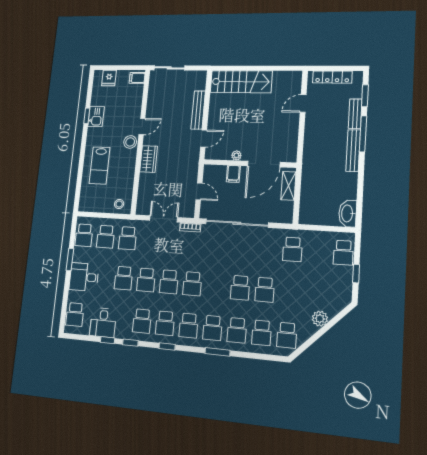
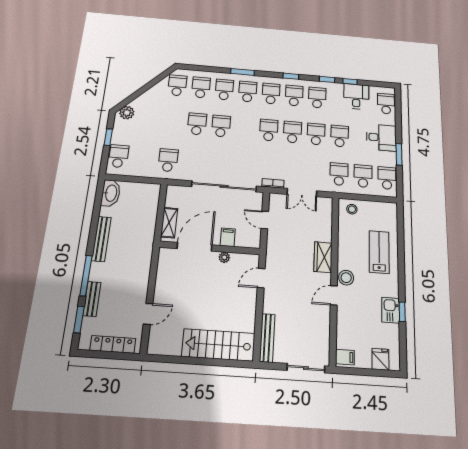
bench: (198, 110) -> (267, 338), moved
bench: (353, 151) -> (101, 239), moved
plant: (320, 319) -> (127, 113), moved

